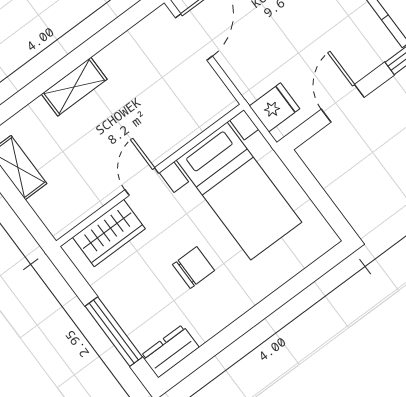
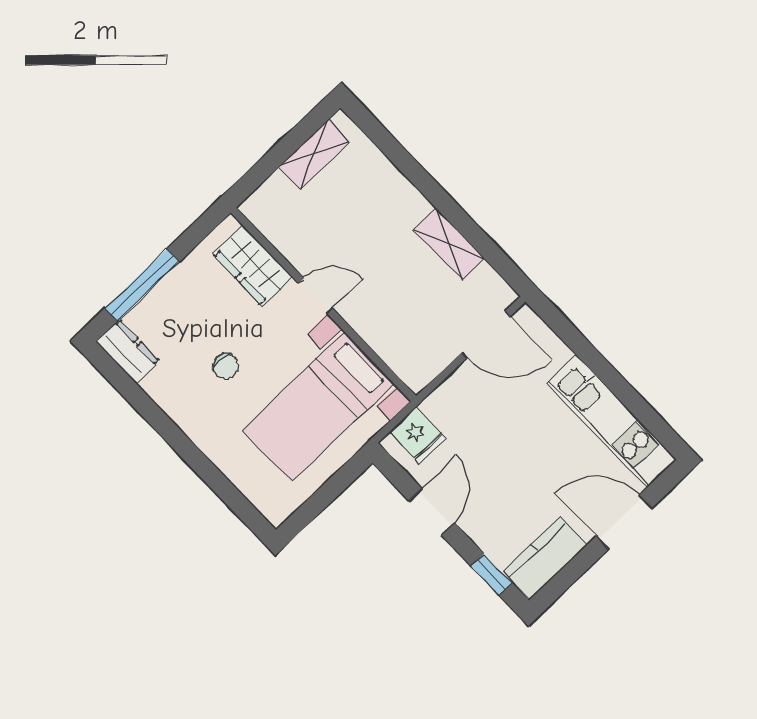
shelving: (74, 87) -> (449, 244), moved
door: (343, 103) -> (432, 512), hinge flipped
chair: (194, 268) -> (225, 366), width x0.73, depth x0.73

